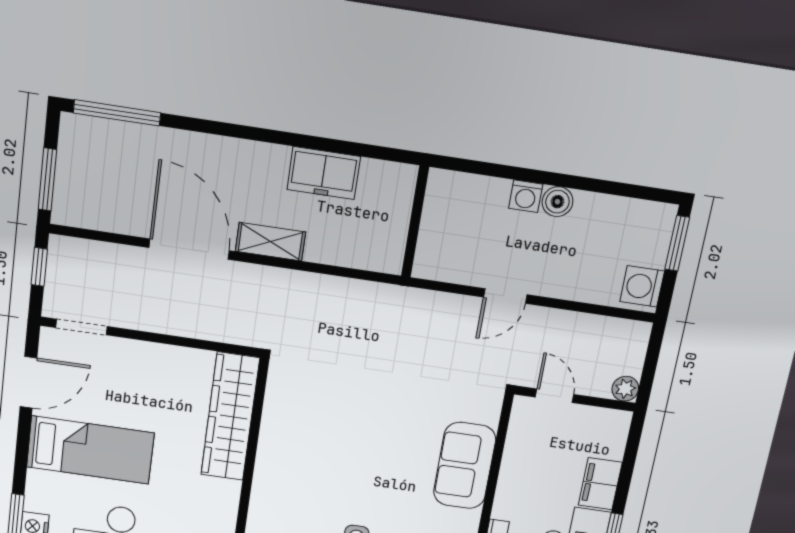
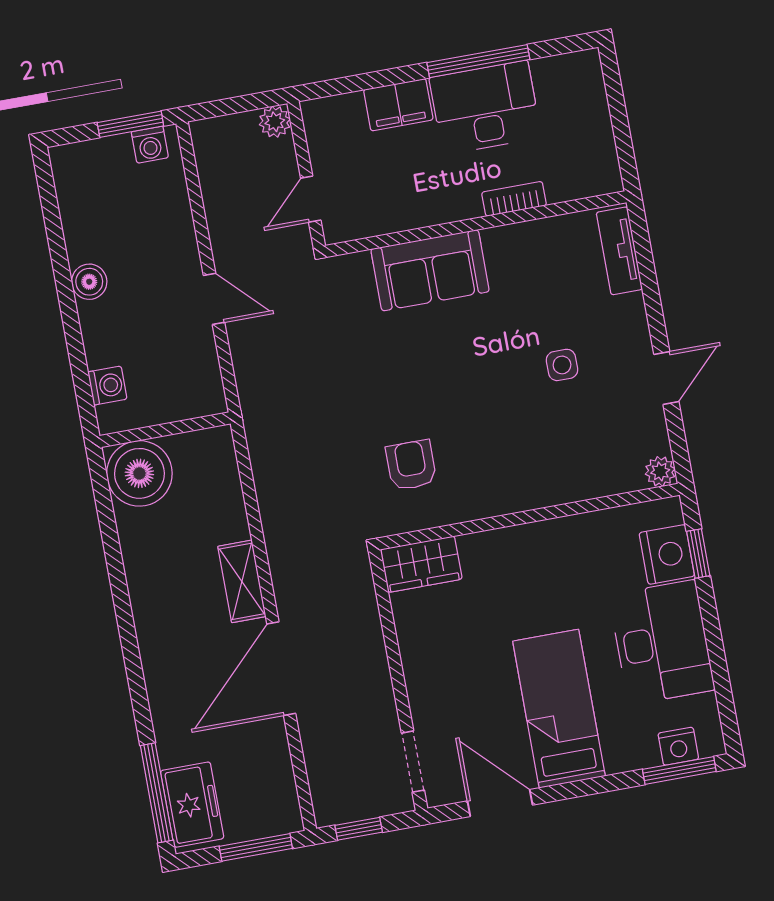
freezer: (324, 173) -> (192, 805), moved
boiler: (387, 189) -> (139, 473), added
washing machine: (526, 196) -> (107, 386), moved
window: (677, 243) -> (130, 124), moved
washing machine: (642, 286) -> (150, 145), width x0.73, depth x0.73
armchair: (318, 403) -> (411, 465), added
wardrobe: (230, 417) -> (421, 564), width x0.48, depth x0.85

